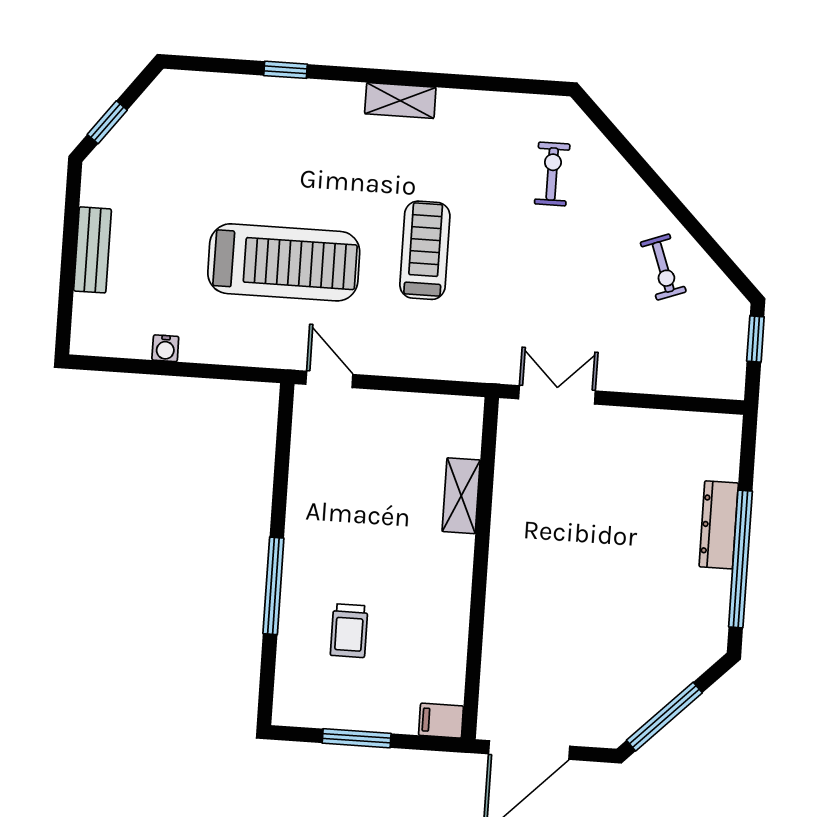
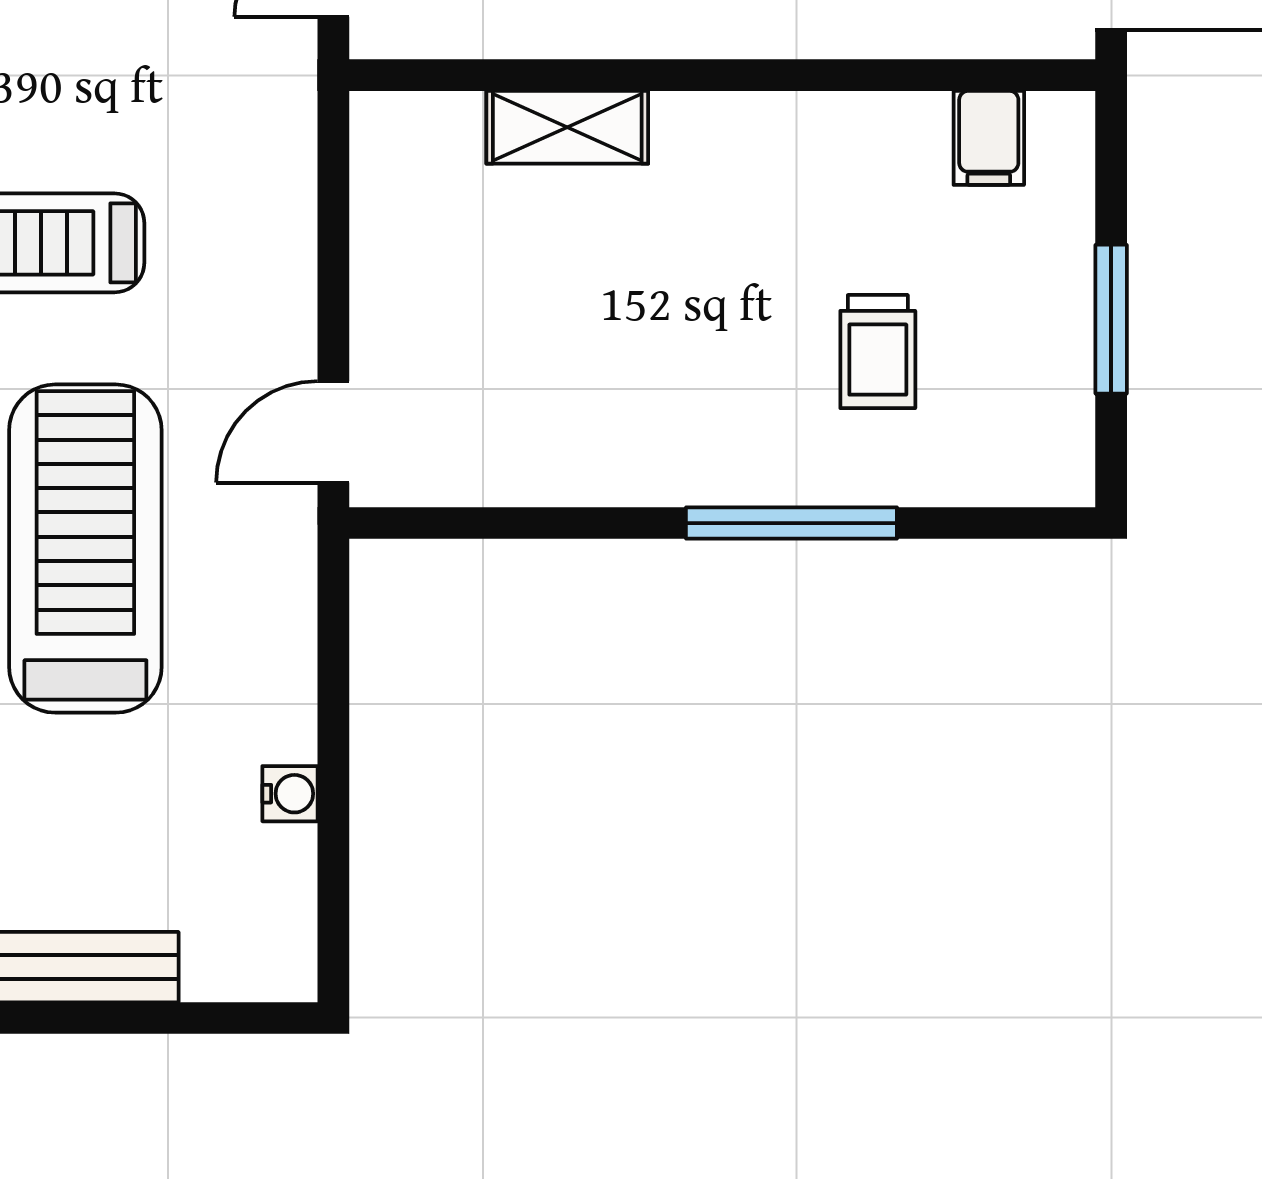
trolley: (349, 631) -> (878, 352), turned 90
filing cabinet: (441, 721) -> (989, 138), moved

